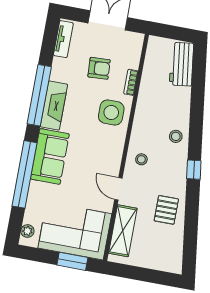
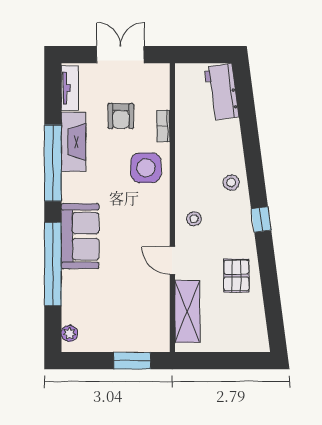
armchair: (99, 68) -> (121, 116), turned 93
fireplace: (54, 106) -> (73, 142), moved
corner sofa: (75, 231) -> (128, 323), removed

